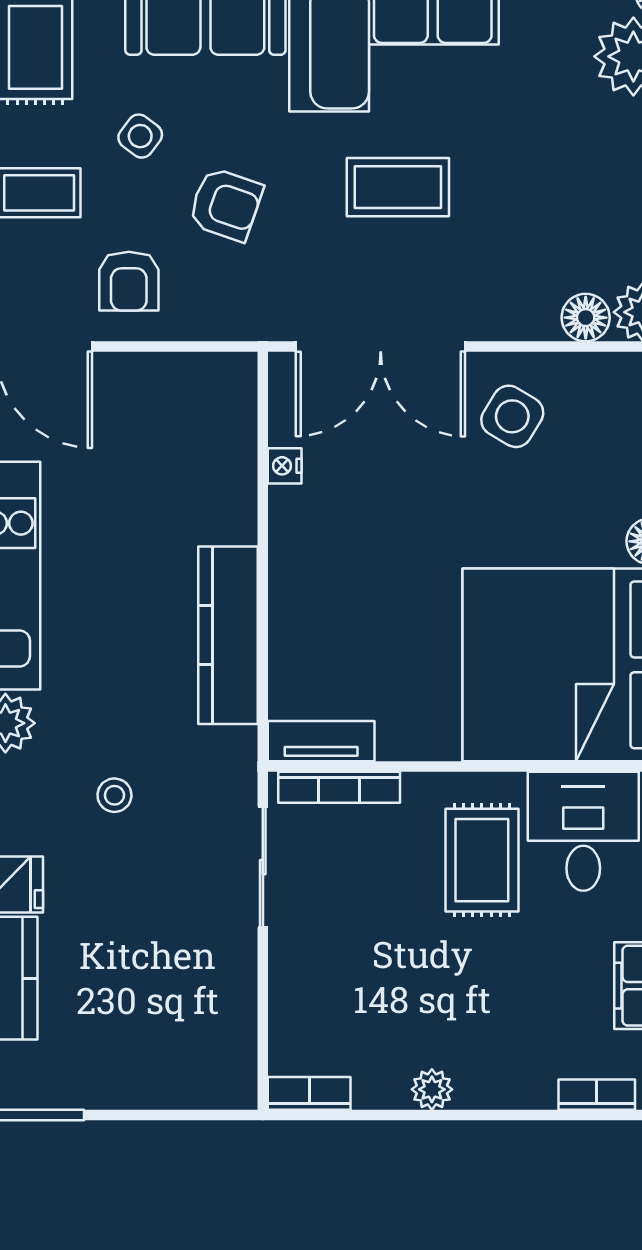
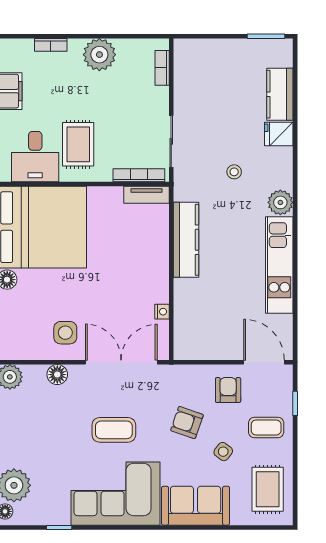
floor lamp: (586, 318) -> (57, 375), moved
side table: (512, 416) -> (65, 333), turned -31
plant: (432, 1089) -> (99, 55), width x1.87, depth x1.87
bookcase: (309, 1093) -> (162, 68), moved, turned 90
bookcase: (597, 1095) -> (51, 45), moved

